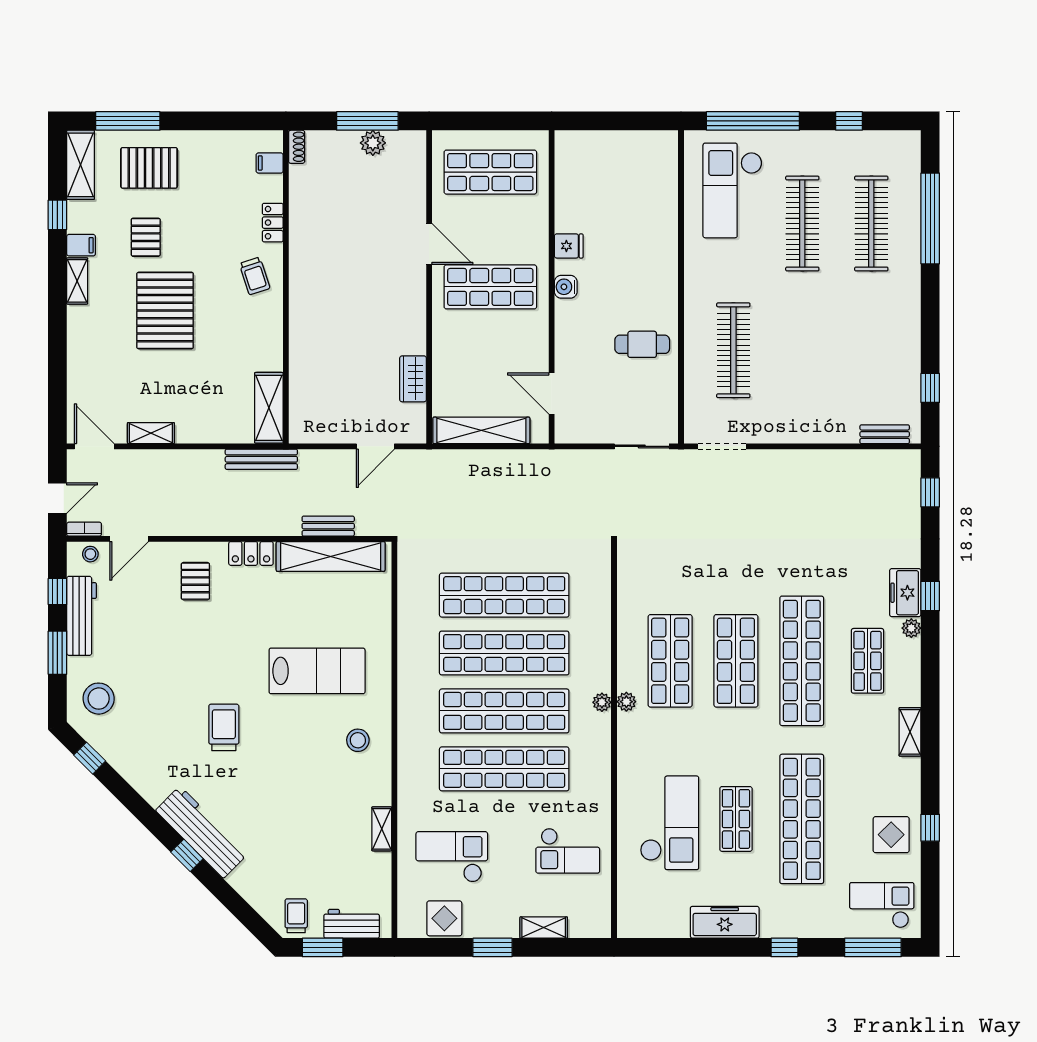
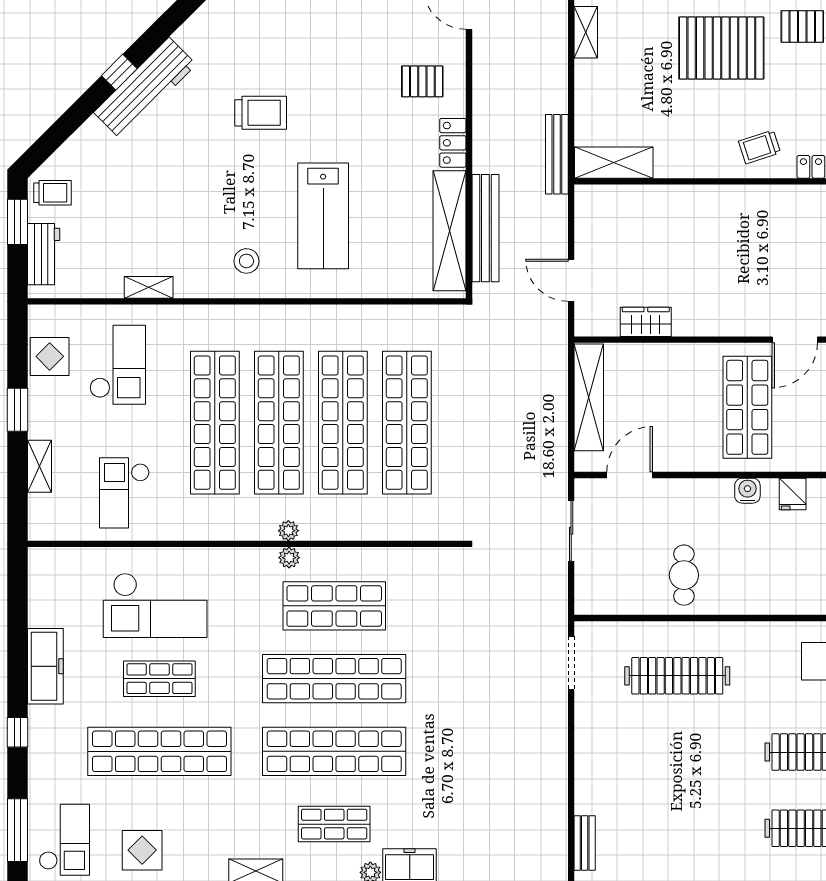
sliding door: (642, 446) -> (571, 531), moved
bench: (328, 526) -> (485, 228), width x1.86, depth x1.21
shop shelf: (736, 661) -> (334, 679), width x1.40

